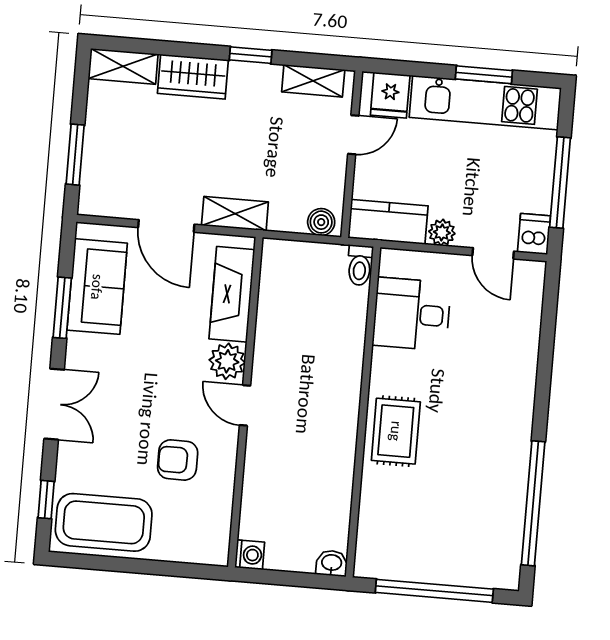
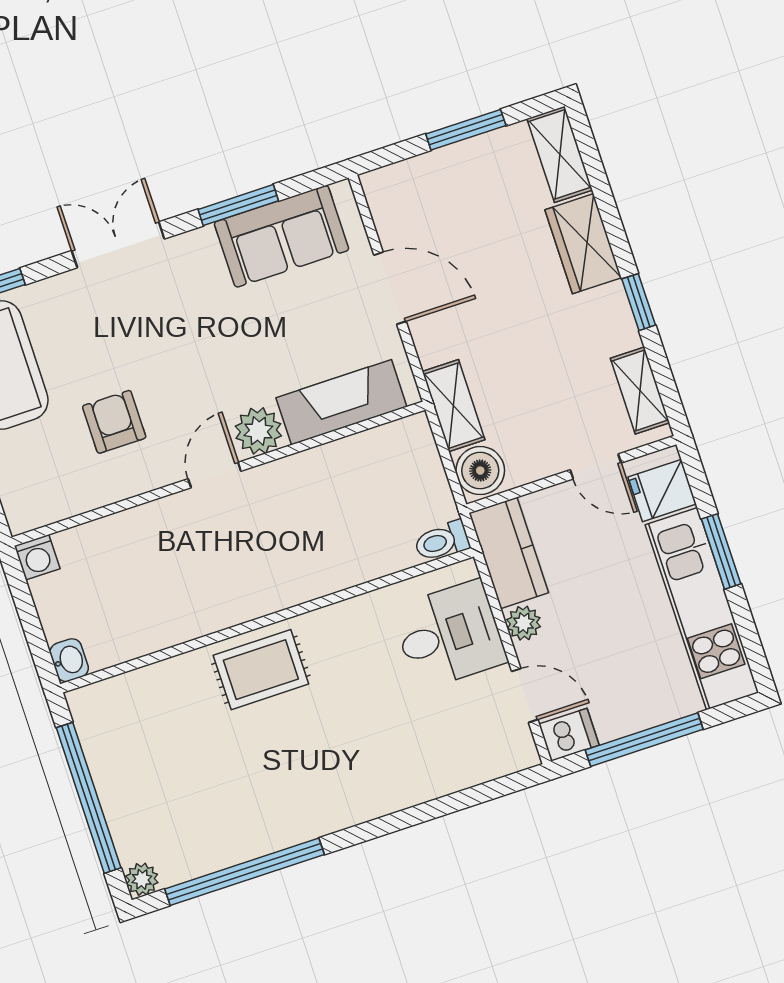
window: (484, 75) -> (721, 551), moved
window: (75, 155) -> (466, 130), moved
shelving: (235, 214) -> (453, 406), moved
boiler: (321, 222) -> (480, 471), width x1.36, depth x1.36
door: (166, 226) -> (390, 288), swing flipped
door: (493, 253) -> (525, 695), swing flipped
desk: (412, 314) -> (449, 635), moved, turned 90
double door: (54, 404) -> (118, 245), swing flipped
plant: (508, 578) -> (142, 879), added

